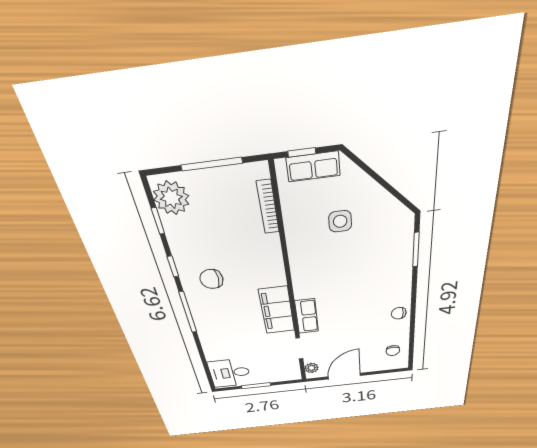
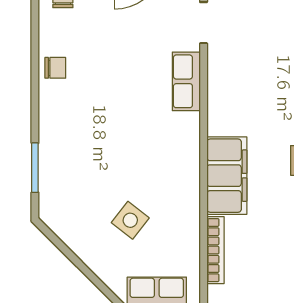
side table: (340, 221) -> (130, 220), turned 38
filing cabinet: (277, 310) -> (227, 176), moved

